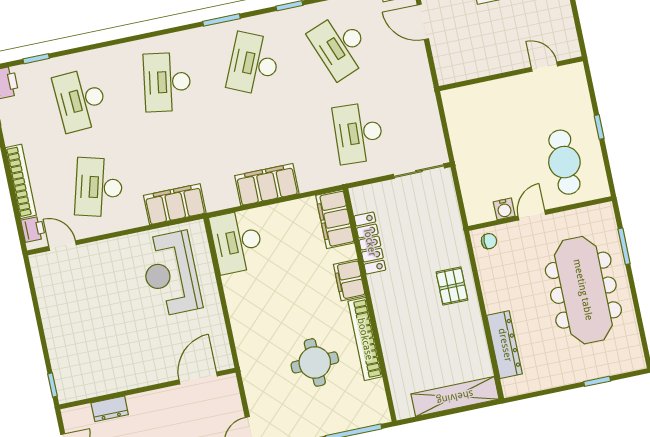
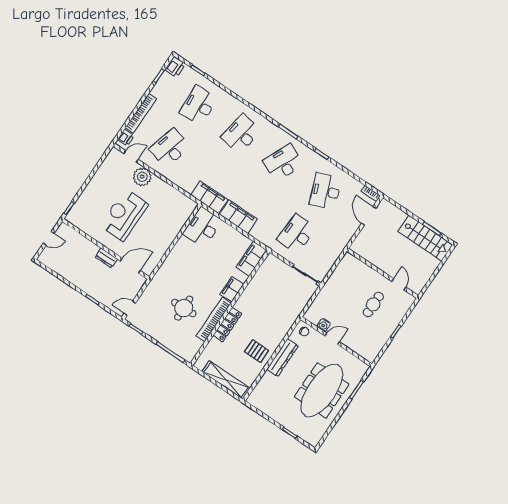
cafe table: (564, 162) -> (373, 304), moved, width x0.73, depth x0.74
filing cabinet: (175, 204) -> (209, 197), moved
locker: (370, 243) -> (227, 325), moved
door: (63, 246) -> (131, 156), hinge flipped
plant: (102, 256) -> (142, 177), added
reception desk: (171, 274) -> (124, 215), moved
pallet: (452, 286) -> (257, 351), moved, turned 90
dresser: (505, 345) -> (283, 357), moved
dresser: (110, 409) -> (106, 258), moved

